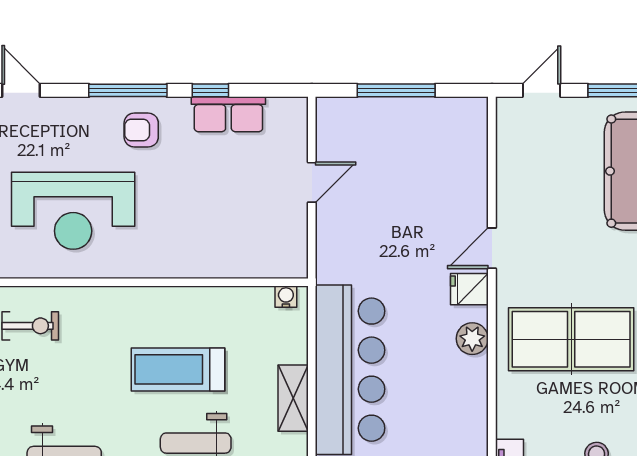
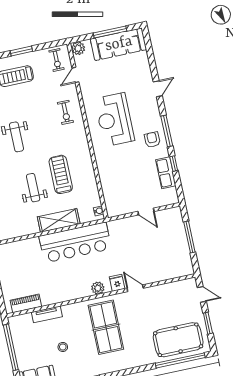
shelving: (293, 398) -> (59, 220), width x1.50, depth x1.33

